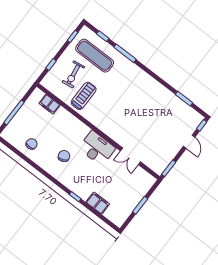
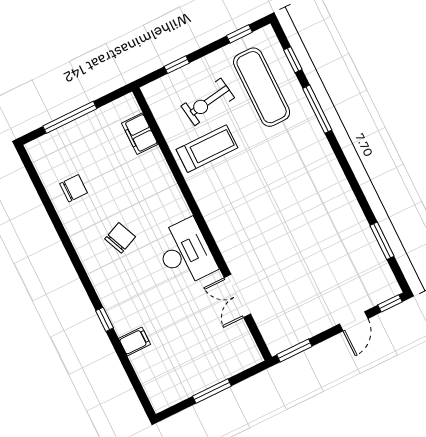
filing cabinet: (98, 203) -> (135, 341), width x0.50

